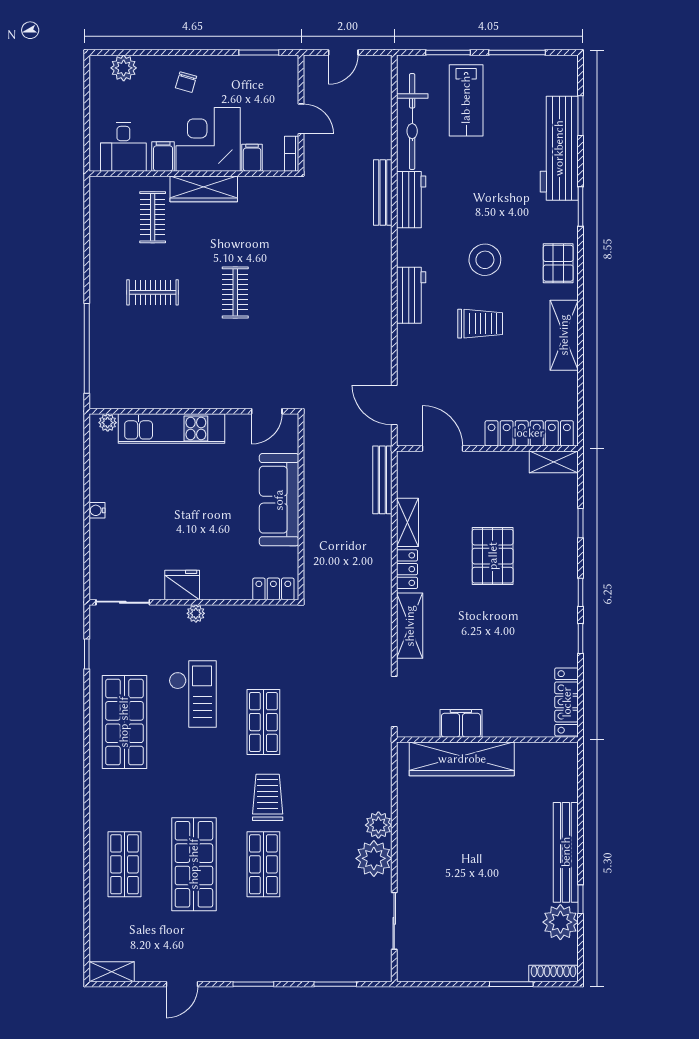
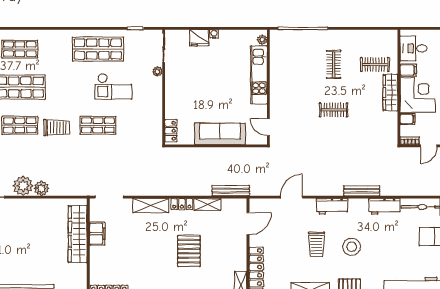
bench: (383, 192) -> (362, 191), moved
door: (394, 405) -> (291, 197), moved
pallet: (493, 556) -> (189, 251), turned 90
fridge: (182, 585) -> (199, 38), moved, turned 90
plant: (196, 613) -> (157, 72), moved

